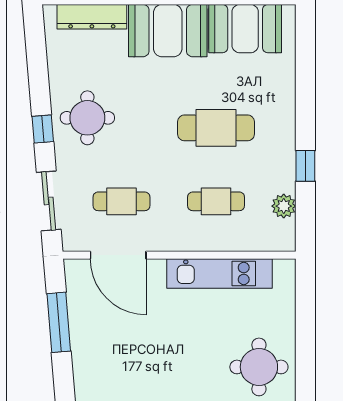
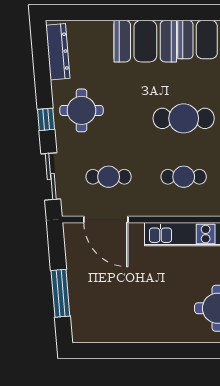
dresser: (92, 17) -> (58, 52), moved, turned -95
window: (59, 322) -> (60, 293), moved

